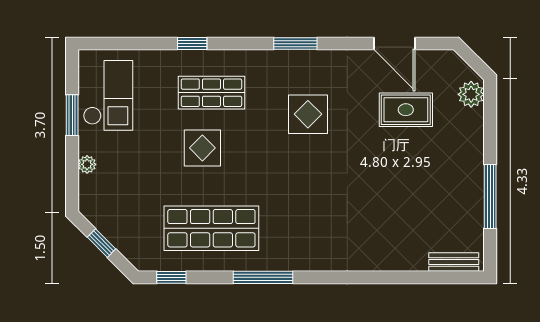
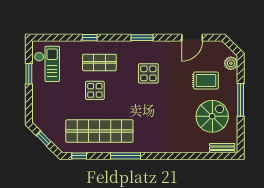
door: (394, 44) -> (192, 38), hinge flipped
rug: (406, 110) -> (206, 81), moved
plant: (87, 164) -> (36, 99), removed
window: (490, 197) -> (241, 100), moved
spiral stairs: (434, 199) -> (212, 116), added
shop shelf: (211, 228) -> (99, 131), width x1.40

